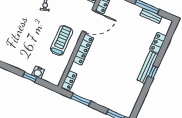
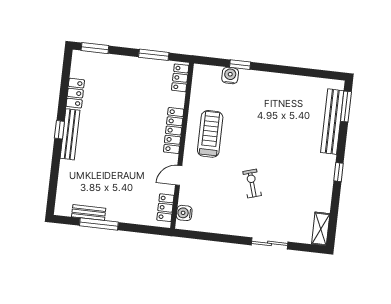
door: (89, 21) -> (179, 175), width x0.53
treadmill: (62, 40) -> (210, 134), turned 180
locker: (158, 43) -> (75, 93), moved

